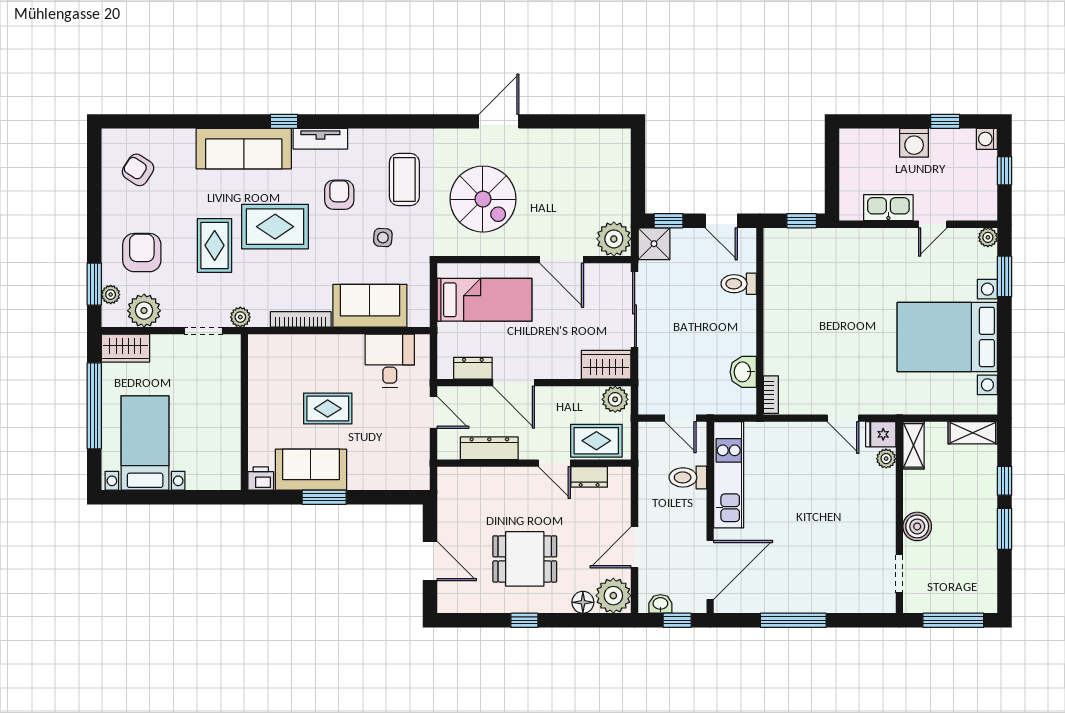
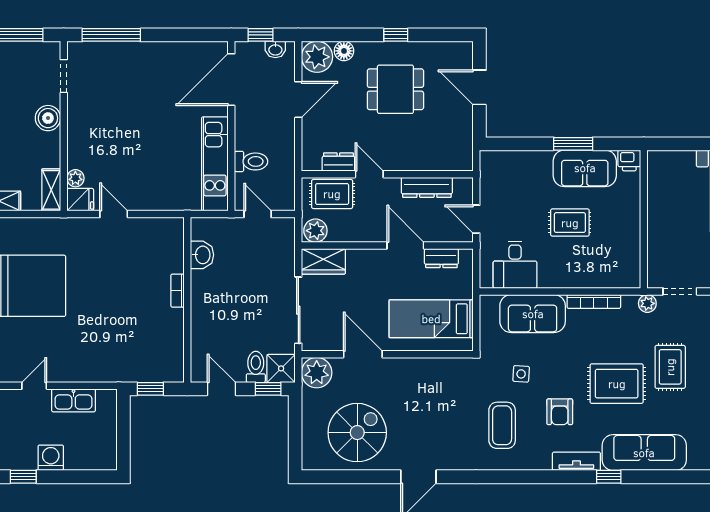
spiral stairs: (483, 199) -> (357, 433), moved, turned 90
toilet: (739, 284) -> (256, 367), moved, turned -90
bookcase: (771, 395) -> (178, 291), moved
window: (793, 620) -> (111, 35), moved

